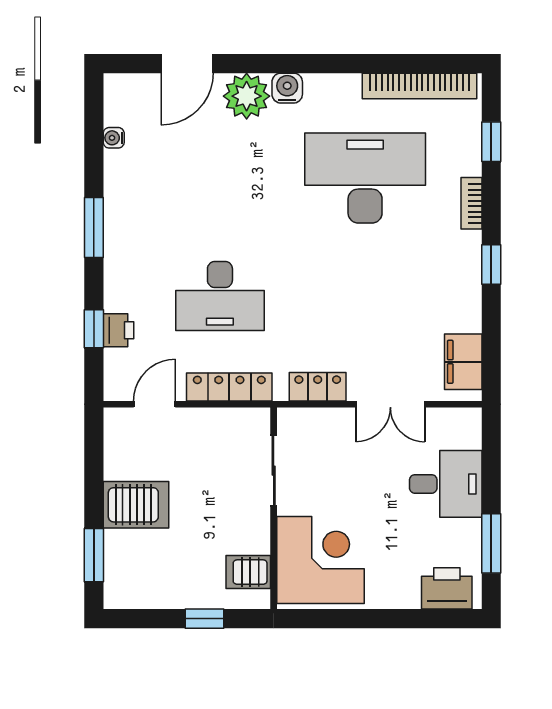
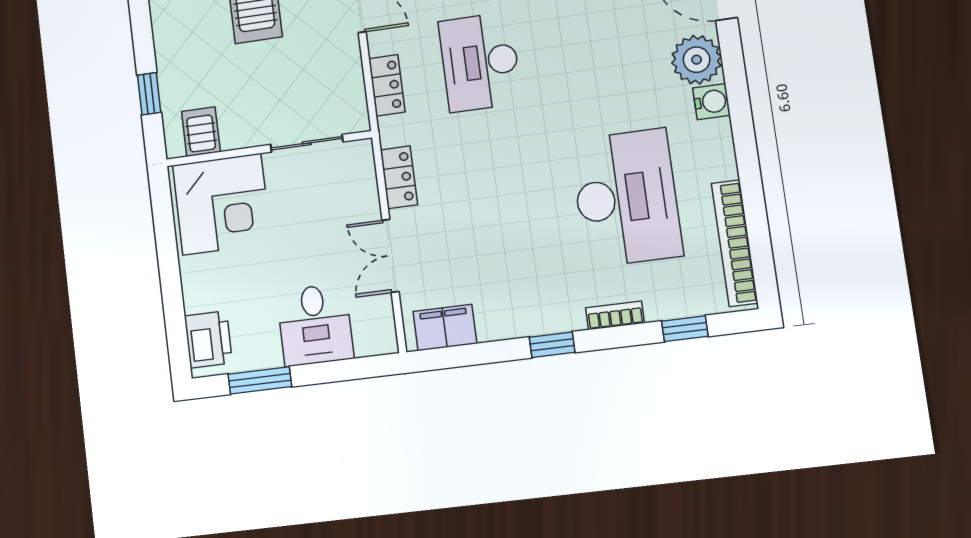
locker: (229, 387) -> (387, 85), width x0.66

